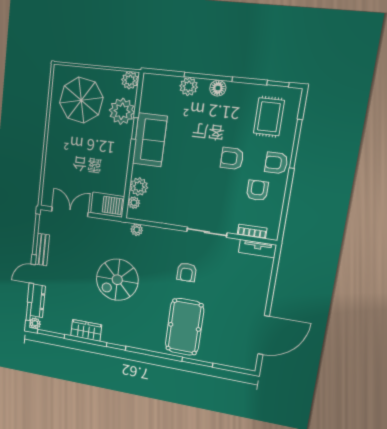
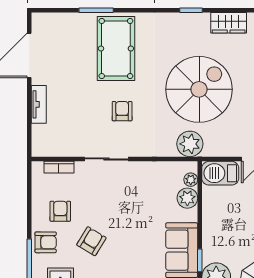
armchair: (232, 158) -> (91, 241), turned -59
armchair: (257, 190) -> (60, 211), turned 180
plant: (137, 230) -> (190, 144), width x1.88, depth x1.88
tv unit: (257, 249) -> (39, 104), moved, turned 90
spiral stairs: (117, 280) -> (199, 89), width x1.37, depth x1.37

